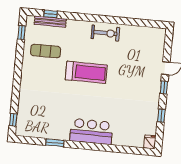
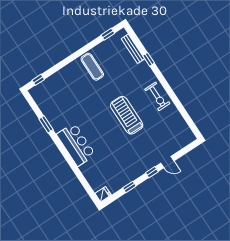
window: (51, 14) -> (149, 59), moved
exercise mat: (46, 51) -> (92, 67), moved
treadmill: (86, 72) -> (127, 115), moved, turned 180

